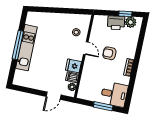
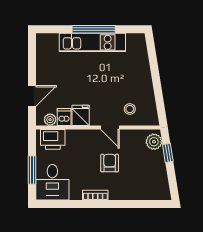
window: (125, 14) -> (168, 153), moved
plant: (131, 22) -> (154, 142), moved
printer: (116, 23) -> (53, 139), moved, turned -81
door: (86, 48) -> (110, 127), hinge flipped
door: (54, 96) -> (32, 96), swing flipped

